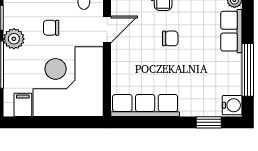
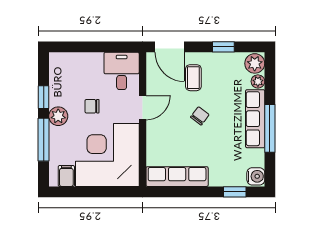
row of seats: (231, 31) -> (255, 119), width x1.48
chair: (170, 38) -> (200, 116), turned -53
window: (248, 70) -> (270, 128), moved

